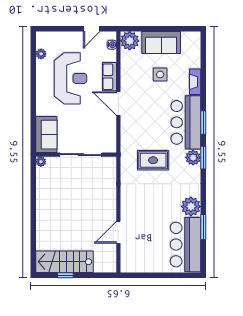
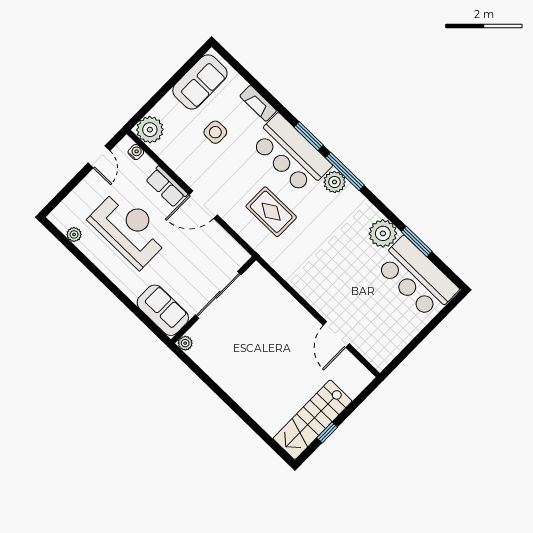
sofa: (161, 43) -> (200, 82), moved
window: (203, 158) -> (345, 171), width x1.44
rug: (153, 160) -> (271, 212), moved, turned 90

